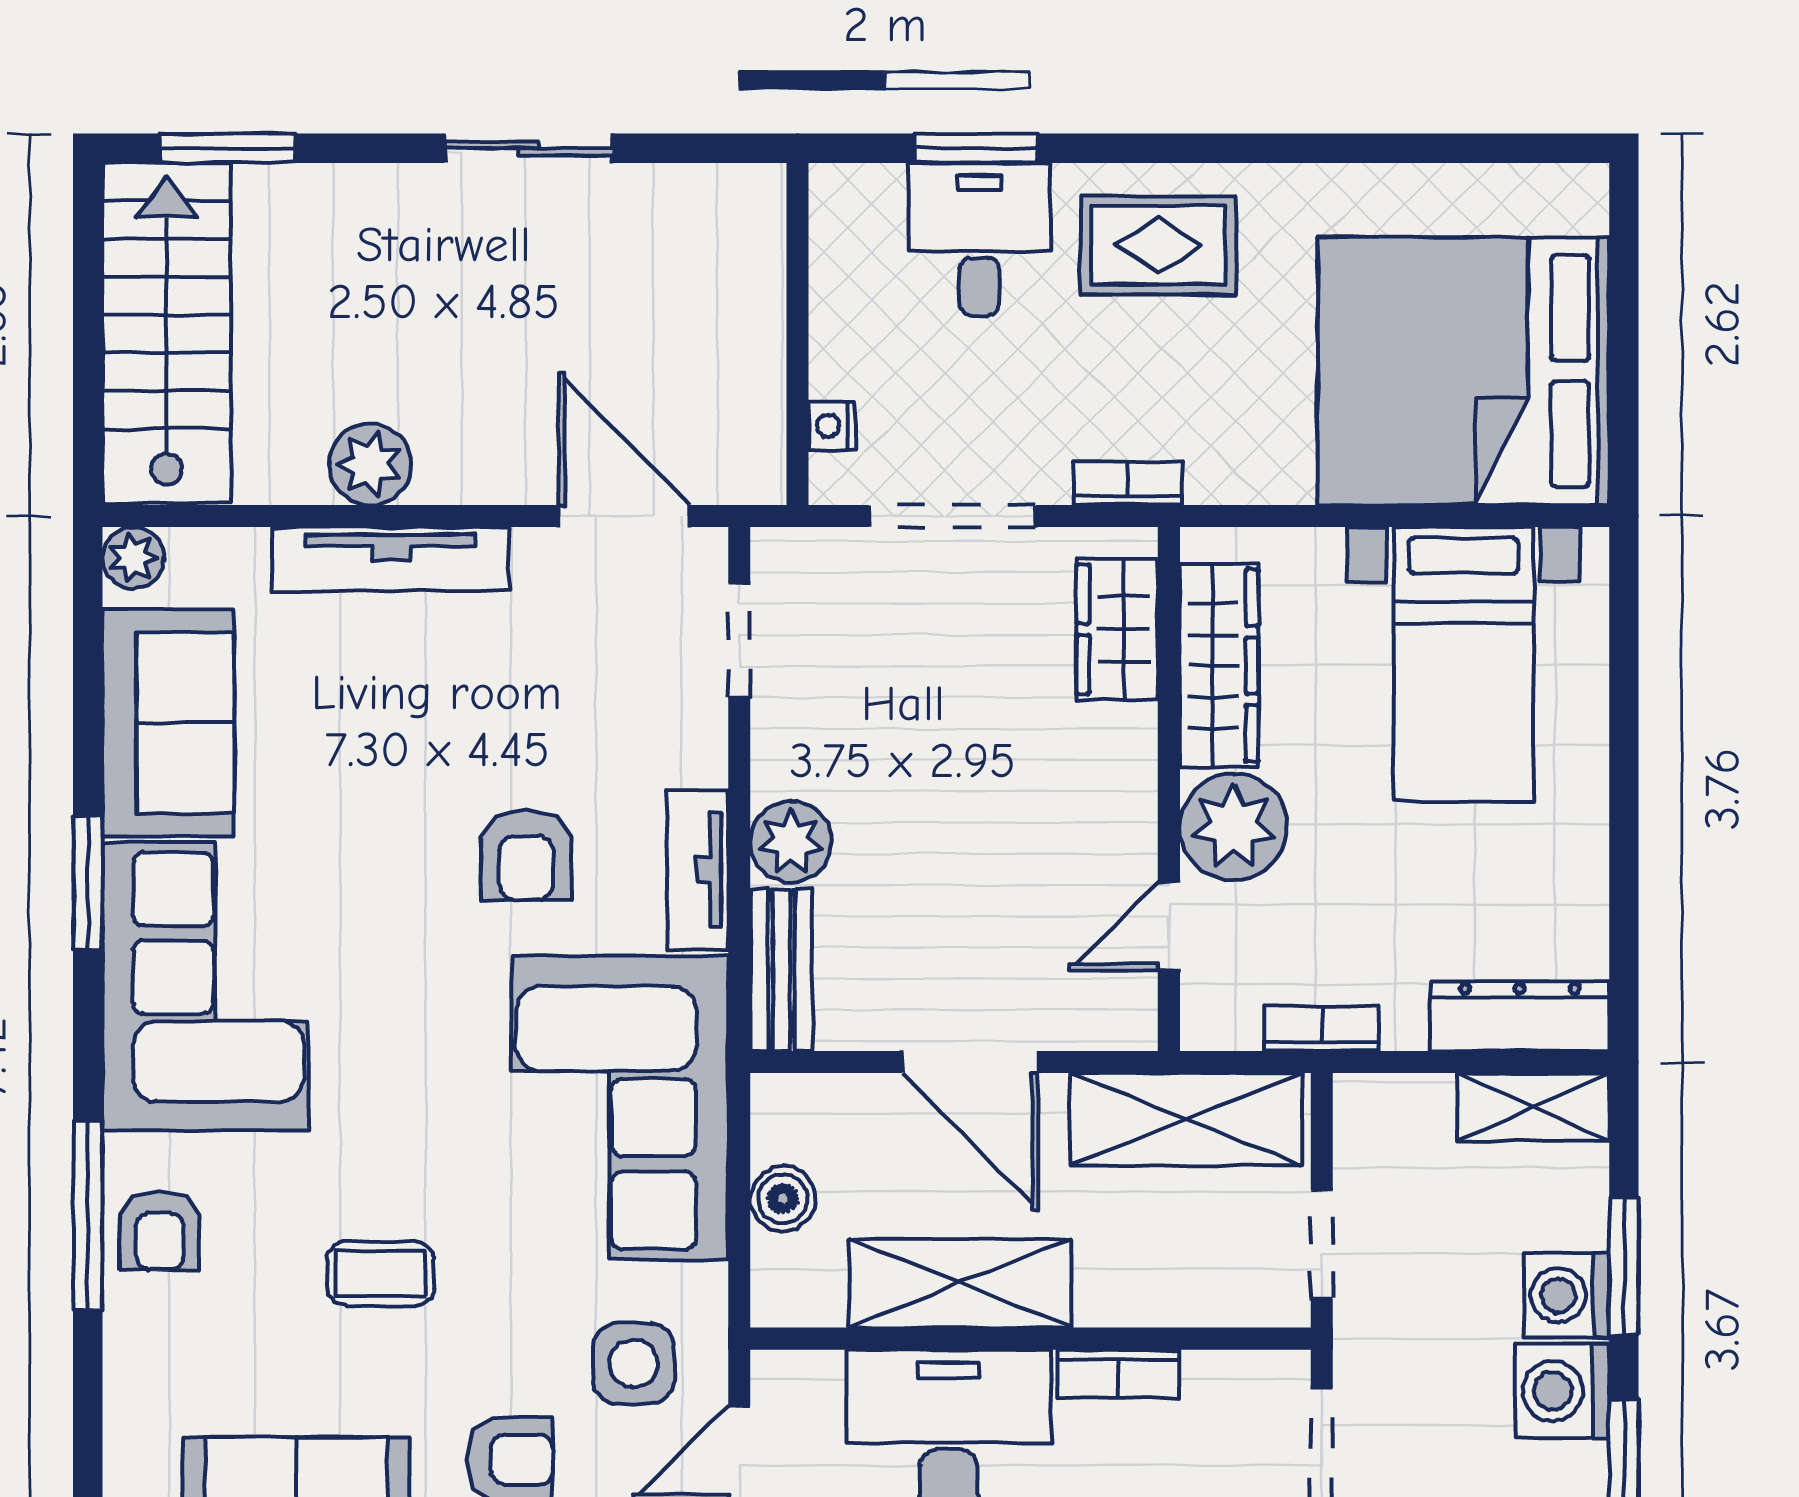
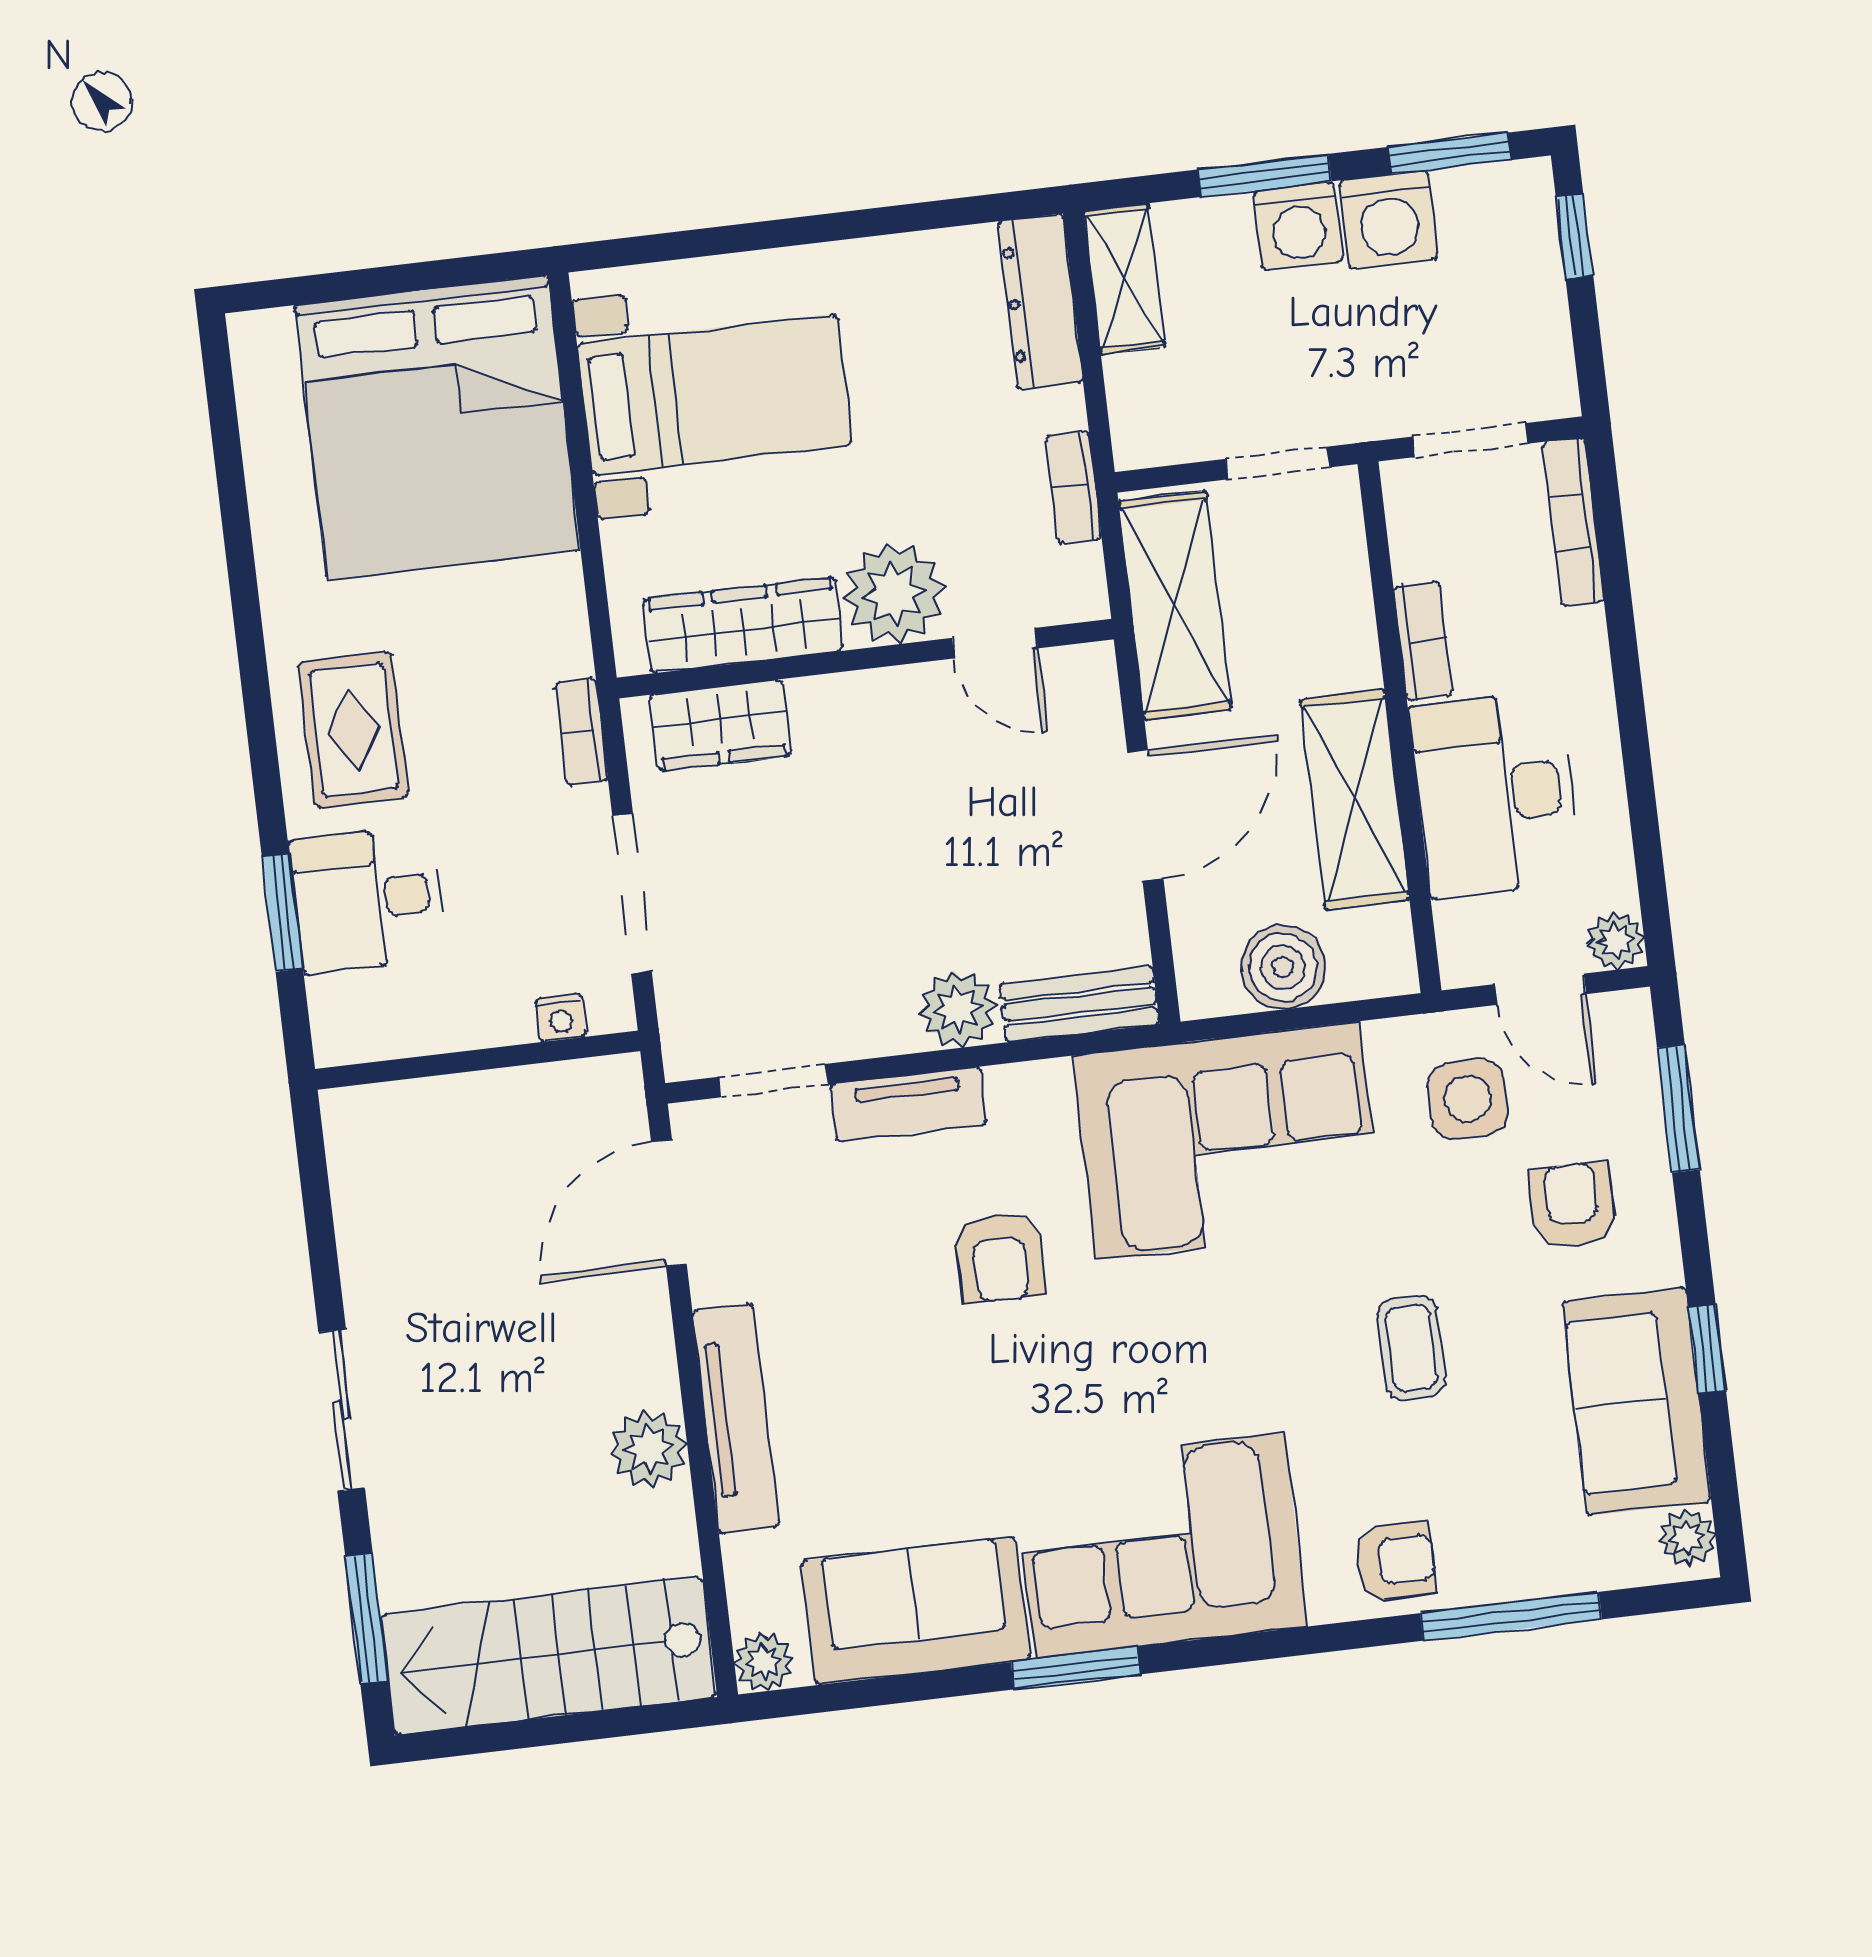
sliding door: (529, 148) -> (342, 1410), moved
armchair: (526, 855) -> (1000, 1257), turned 90
tv unit: (698, 870) -> (909, 1104), moved
boiler: (783, 1199) -> (1283, 967), width x1.36, depth x1.36
window: (88, 1215) -> (1511, 1616), moved

